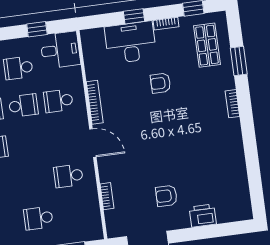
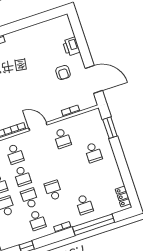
school desk: (23, 106) -> (22, 176), turned 180
door: (93, 143) -> (38, 127), hinge flipped

